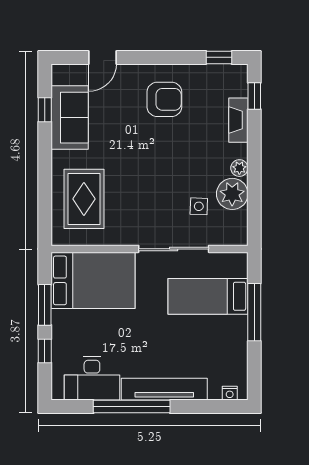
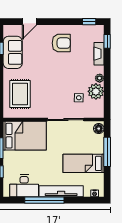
floor lamp: (238, 267) -> (99, 129), added
bed: (208, 296) -> (83, 163), moved

